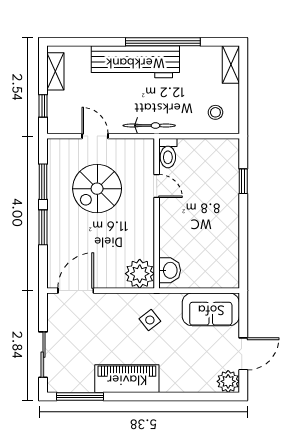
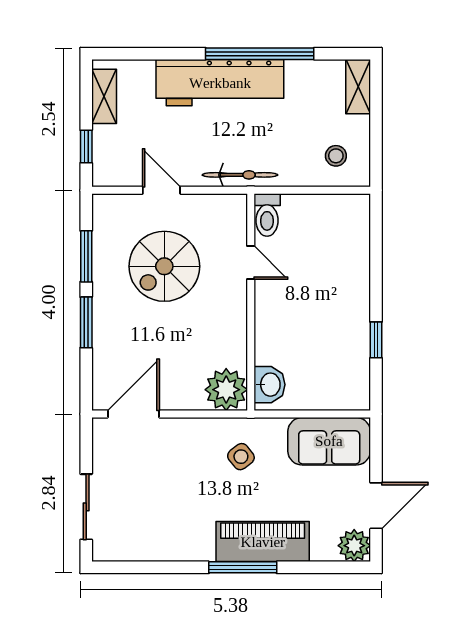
window: (243, 181) -> (376, 340), moved
piano: (127, 379) -> (263, 542), moved
window: (80, 396) -> (243, 567), moved

